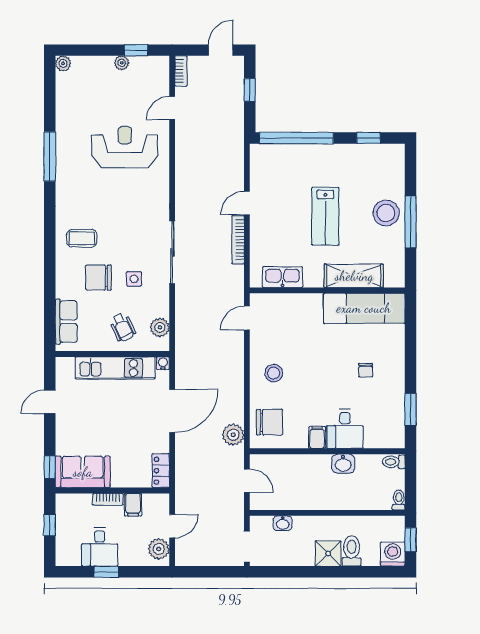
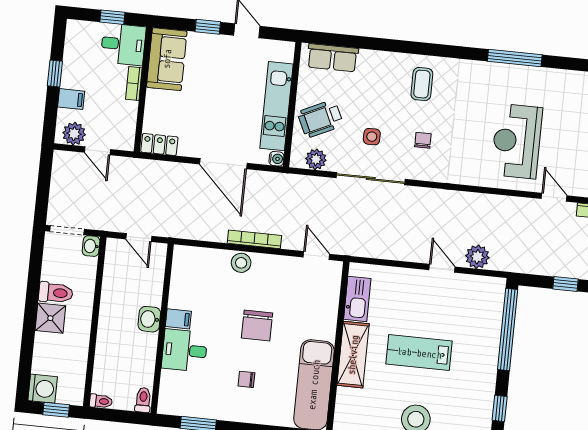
reception desk: (125, 147) -> (517, 141), turned 180
bookcase: (238, 240) -> (254, 239), moved
sliding door: (172, 253) -> (371, 179), moved
shelving: (354, 276) -> (353, 355), moved
chair: (99, 278) -> (423, 140), moved, width x0.54, depth x0.54
wheelchair: (123, 327) -> (320, 119), width x1.36, depth x1.37
stool: (274, 373) -> (241, 263), moved
chair: (269, 422) -> (257, 326), moved
plant: (233, 435) -> (477, 257), moved
washbasin: (343, 464) -> (149, 319), moved
window: (50, 467) -> (208, 27), moved
door: (247, 481) -> (139, 238), hinge flipped
filing cabinet: (133, 505) -> (71, 99), moved, turned 180
washbasin: (283, 523) -> (91, 246), moved
desk: (100, 547) -> (123, 44), moved, turned 180
toilet: (352, 551) -> (56, 293), moved

